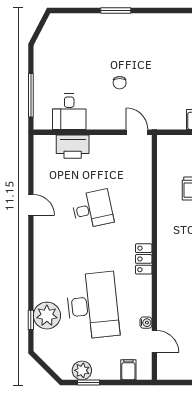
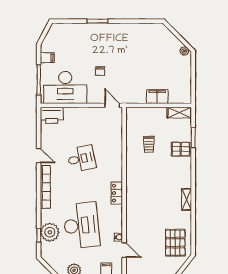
filing cabinet: (43, 63) -> (47, 58), added
desk: (69, 112) -> (65, 88), width x1.87, depth x1.30
printer: (73, 147) -> (52, 115), moved
bookcase: (40, 250) -> (45, 187), added

